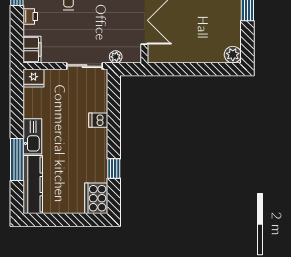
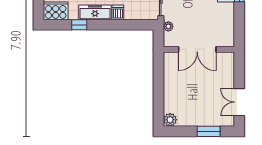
freezer: (98, 149) -> (95, 12), added

